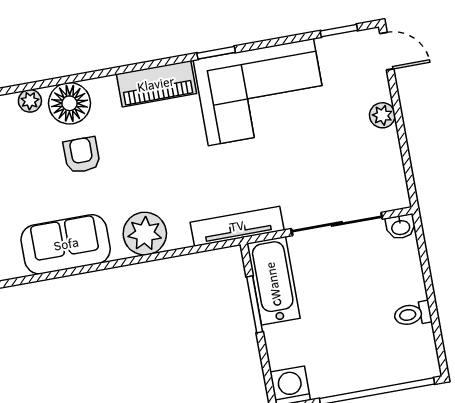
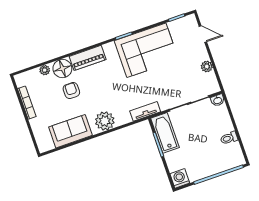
door: (387, 51) -> (203, 34), moved
piano: (156, 84) -> (88, 58), moved
plant: (382, 115) -> (207, 66), moved
tv unit: (237, 226) -> (145, 111), width x0.71

